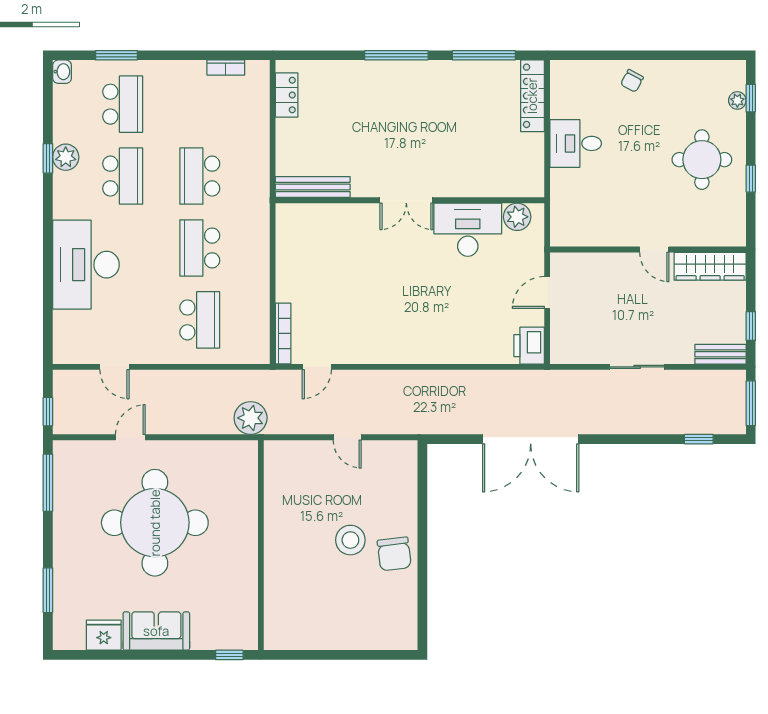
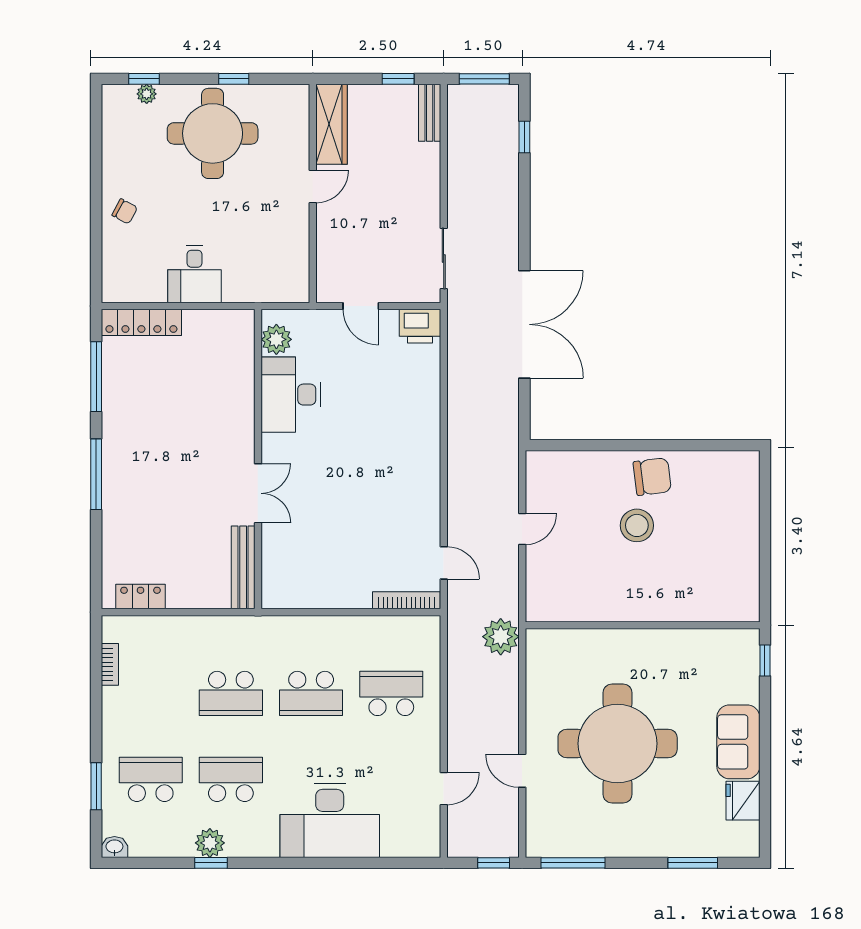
round table: (702, 160) -> (213, 133), width x1.36, depth x1.36
double door: (406, 200) -> (258, 493), moved
sliding door: (637, 367) -> (444, 259), moved

